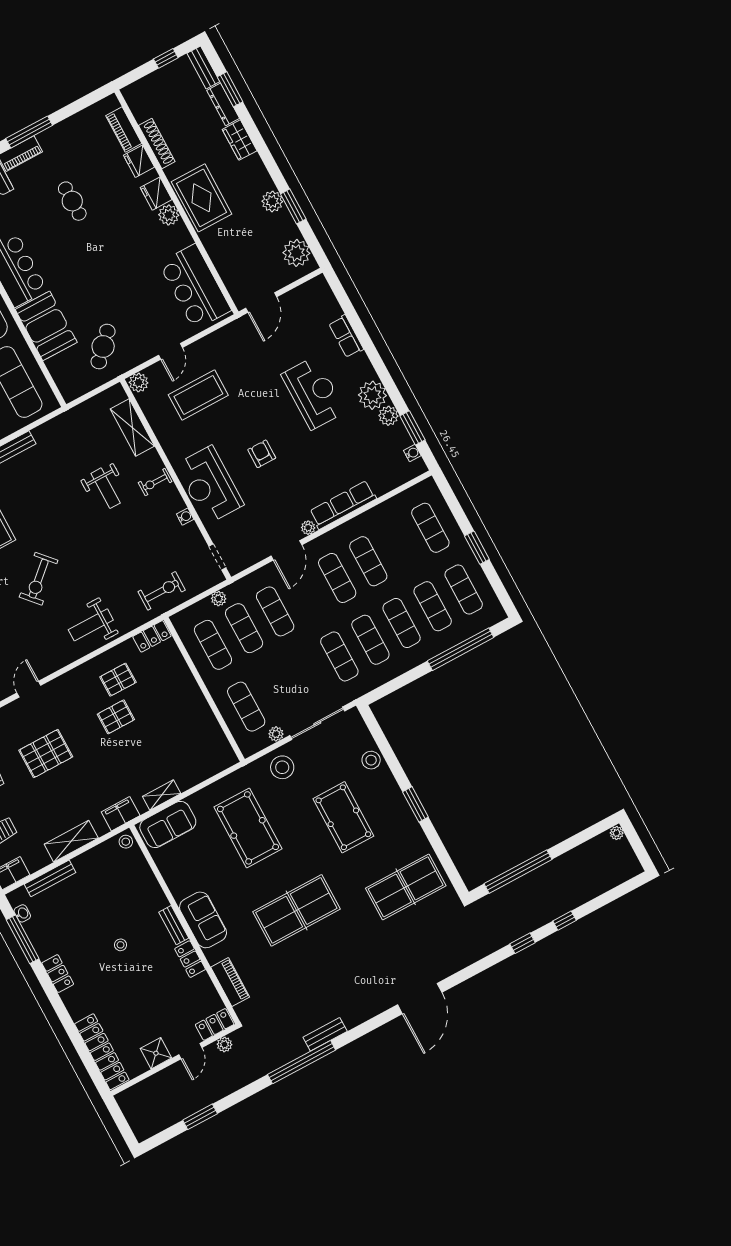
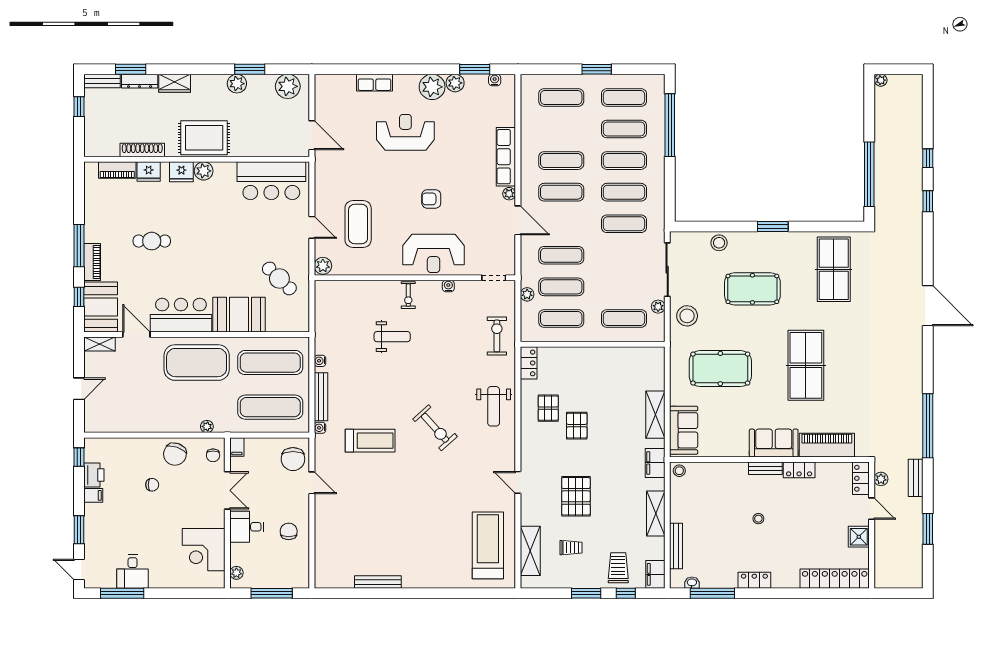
shelving: (132, 427) -> (356, 290), removed
water cooler: (44, 430) -> (320, 361), added
shelving: (162, 795) -> (655, 415), width x1.50, depth x1.33
piano: (230, 982) -> (827, 445), width x1.37, depth x1.33
bench: (325, 1034) -> (916, 478), moved

